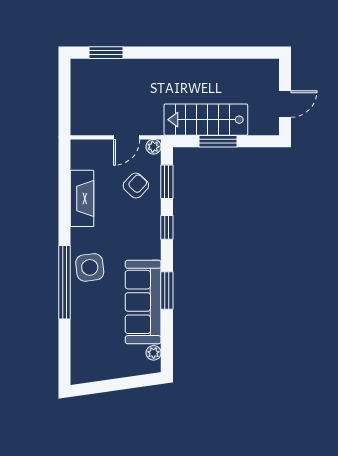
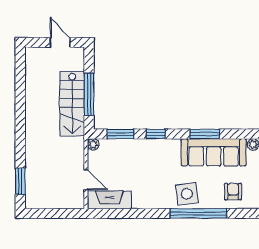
door: (127, 137) -> (86, 180), moved
window: (218, 141) -> (89, 94), width x1.44
armchair: (136, 186) -> (233, 192), moved, turned 47
fireplace: (82, 198) -> (109, 200), moved

